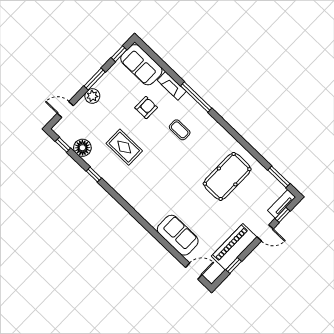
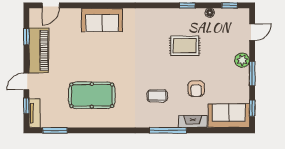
floor lamp: (82, 148) -> (210, 13), width x0.53, depth x0.53
pool table: (227, 176) -> (92, 95), turned 90
sofa: (178, 235) -> (102, 20), moved

